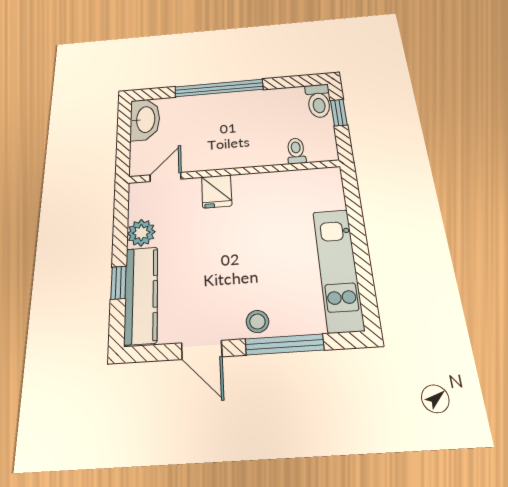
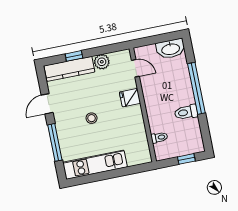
toilet: (318, 101) -> (186, 112), moved
stool: (257, 322) -> (92, 118), moved

